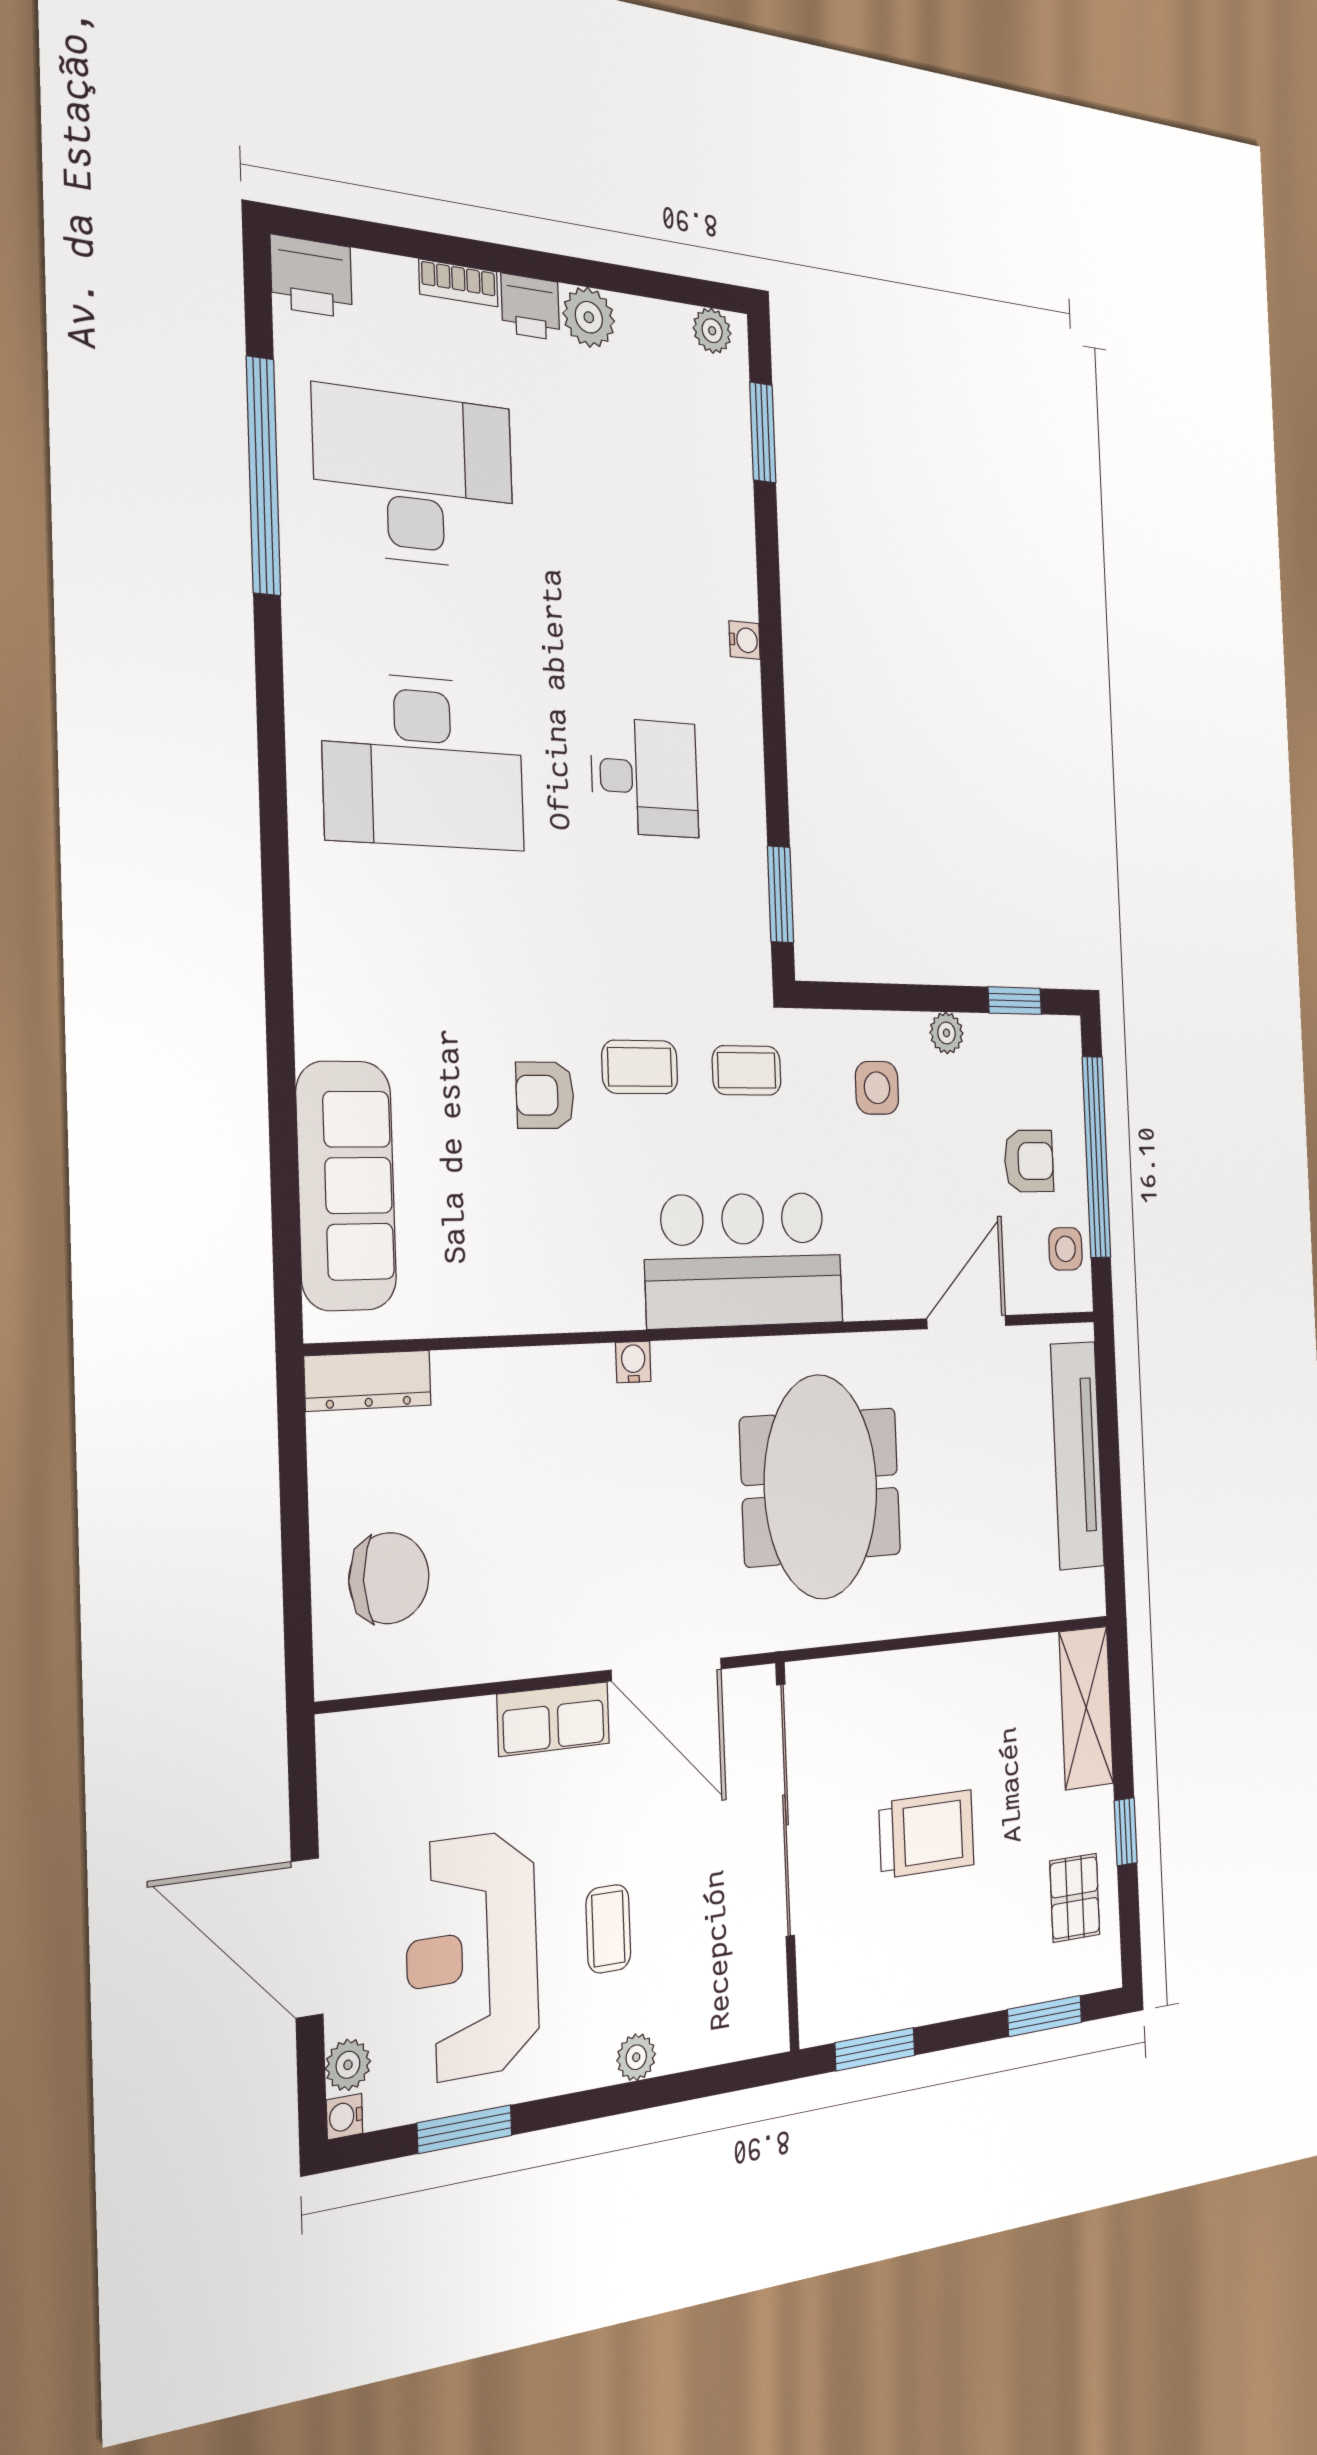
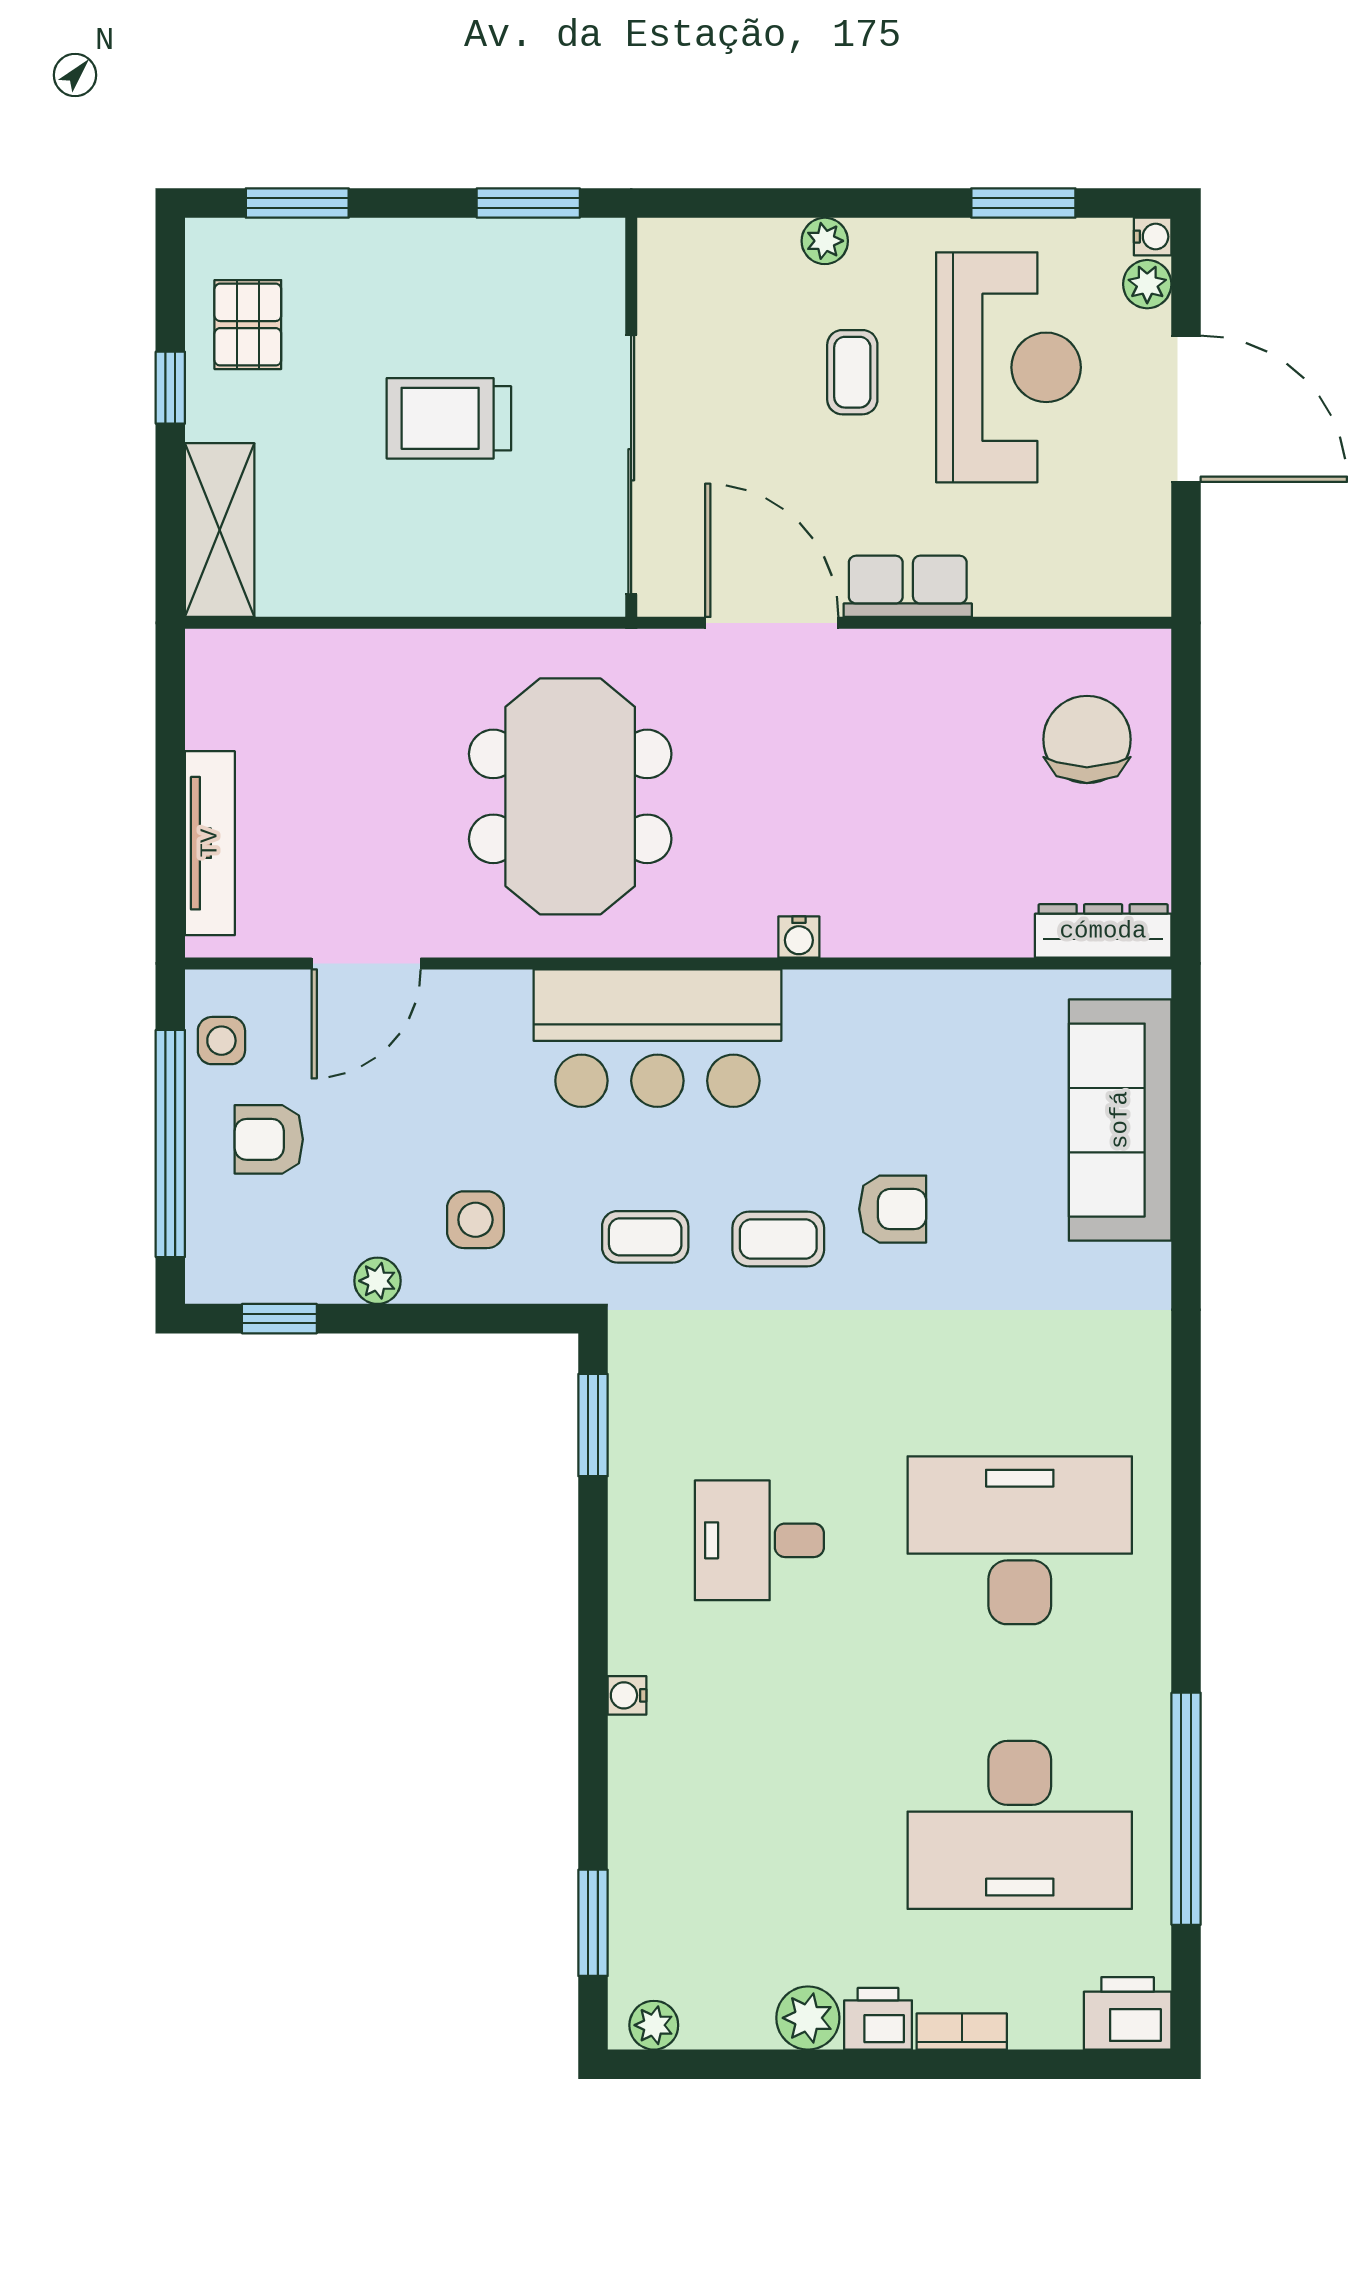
tv unit: (1077, 1455) -> (210, 843), width x0.73, depth x0.78
chair: (389, 1578) -> (1087, 739), turned 90

